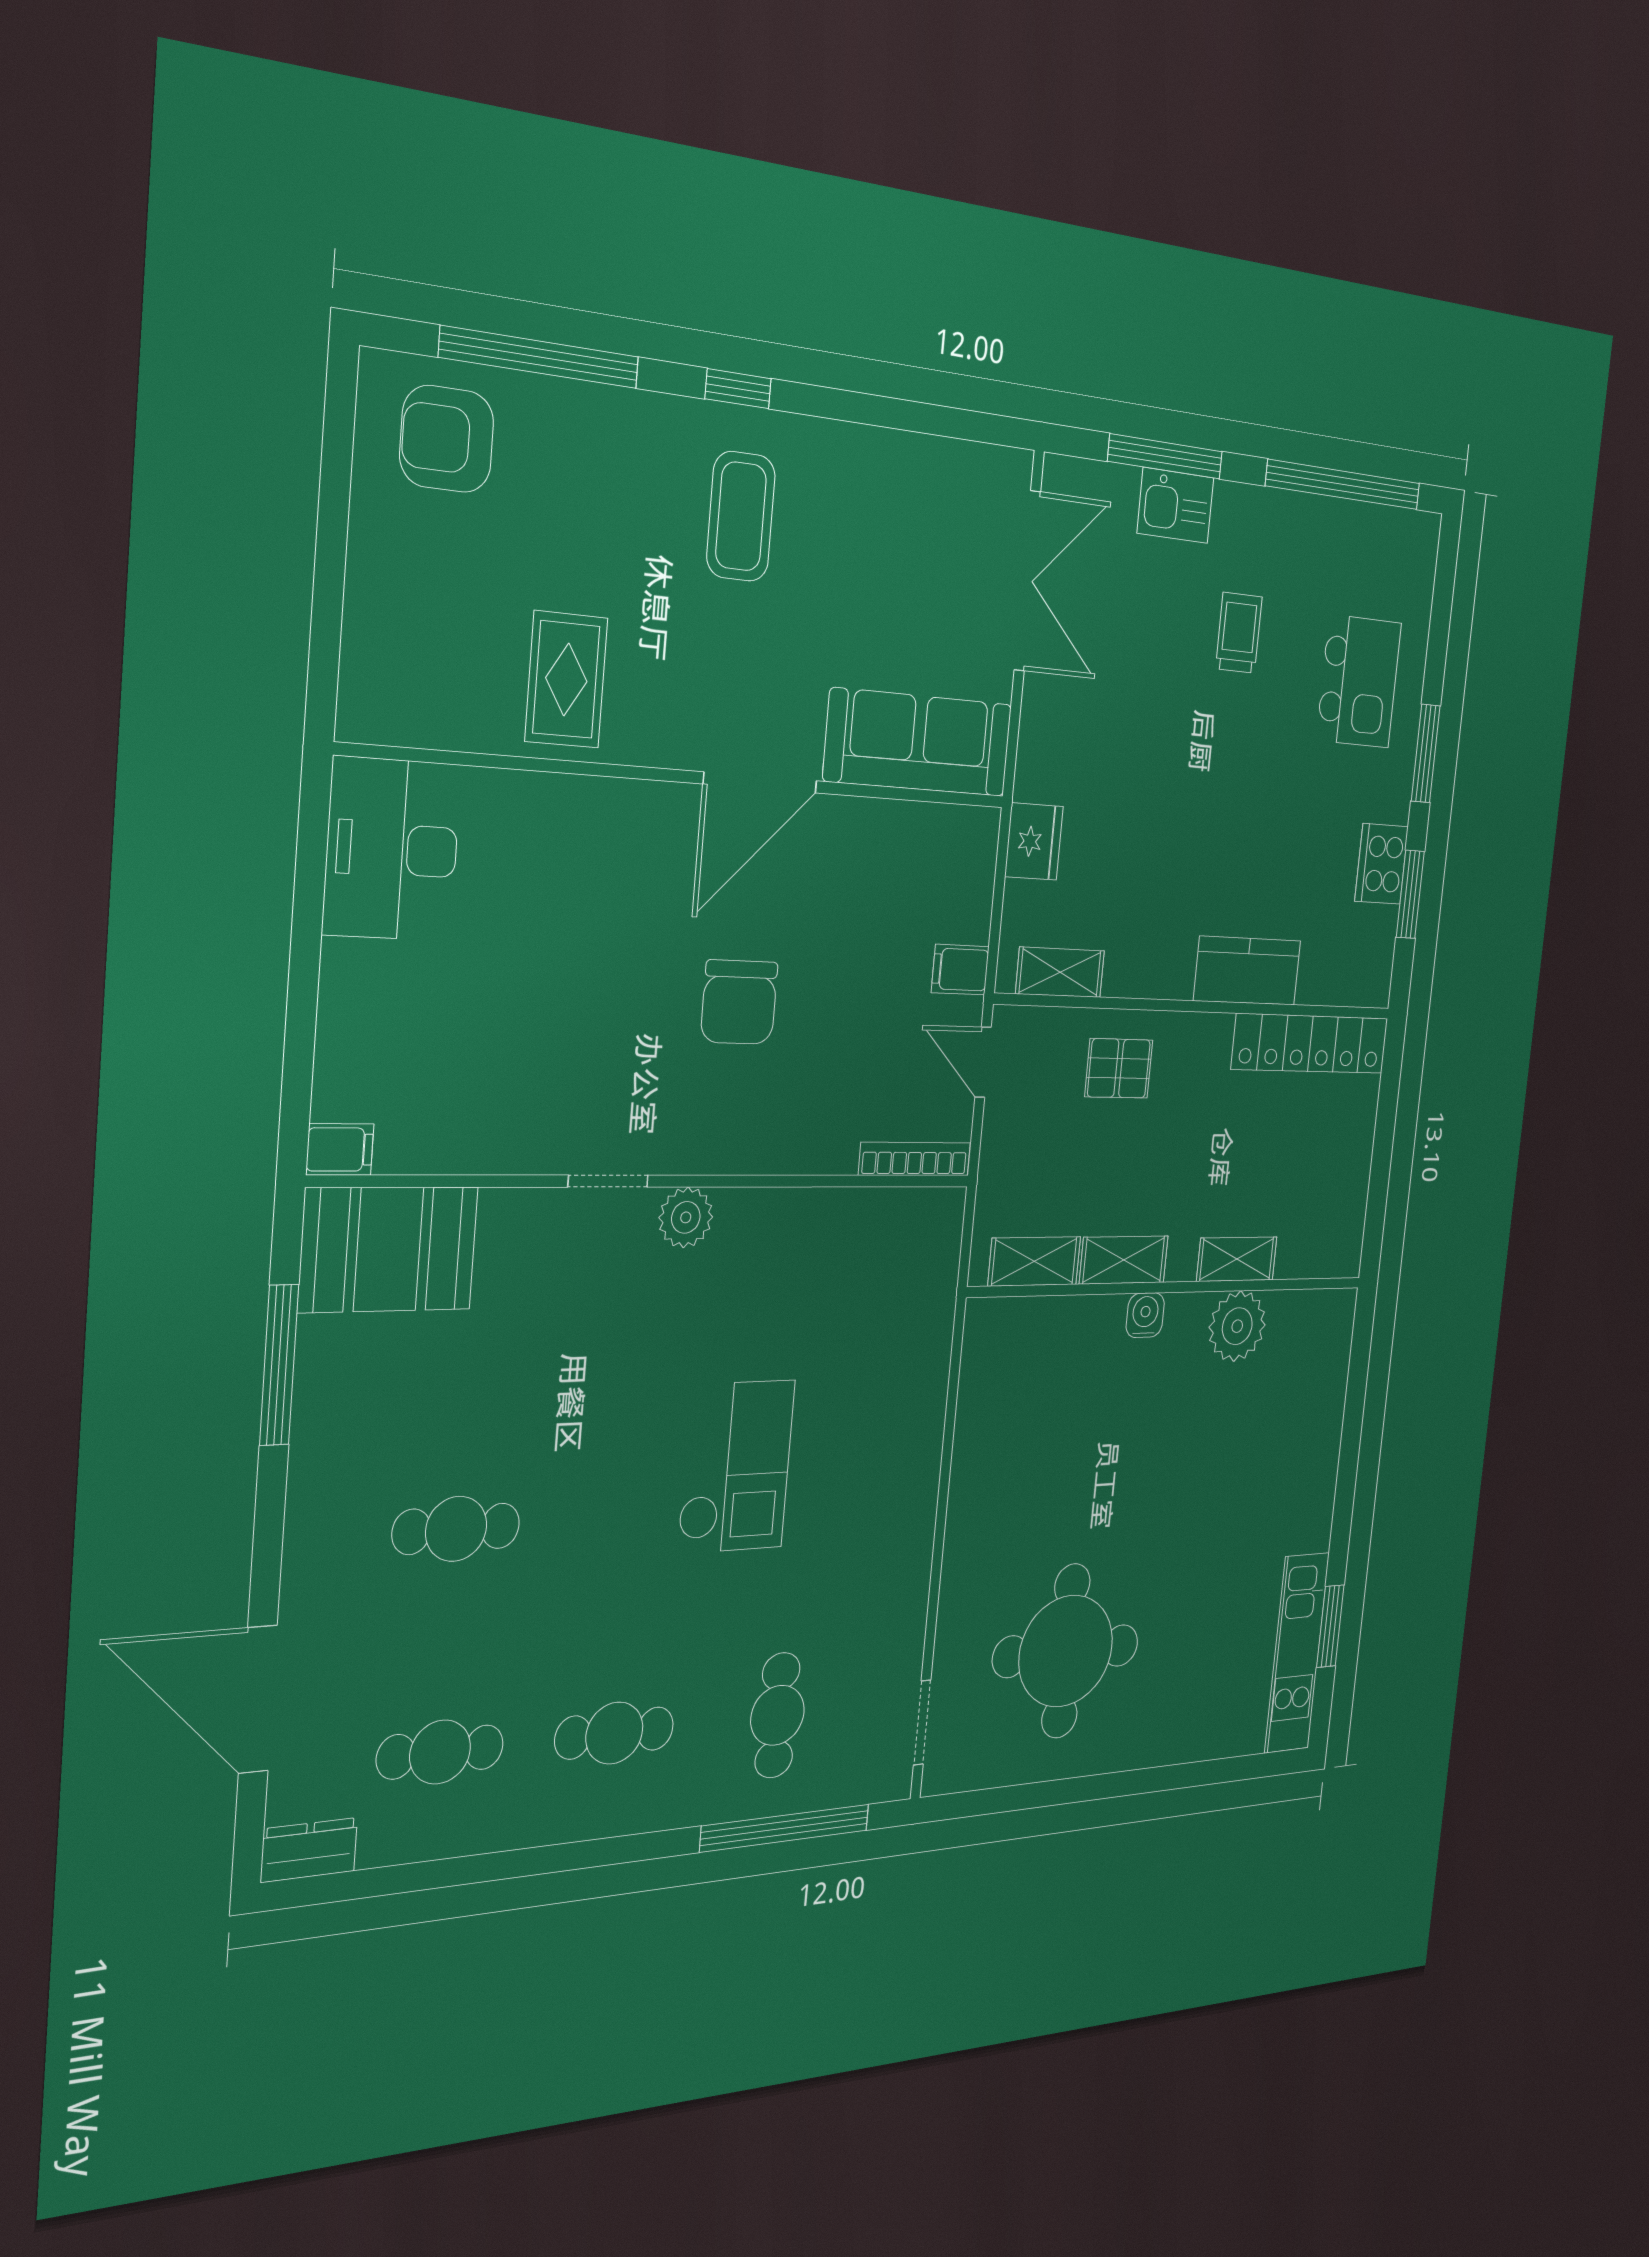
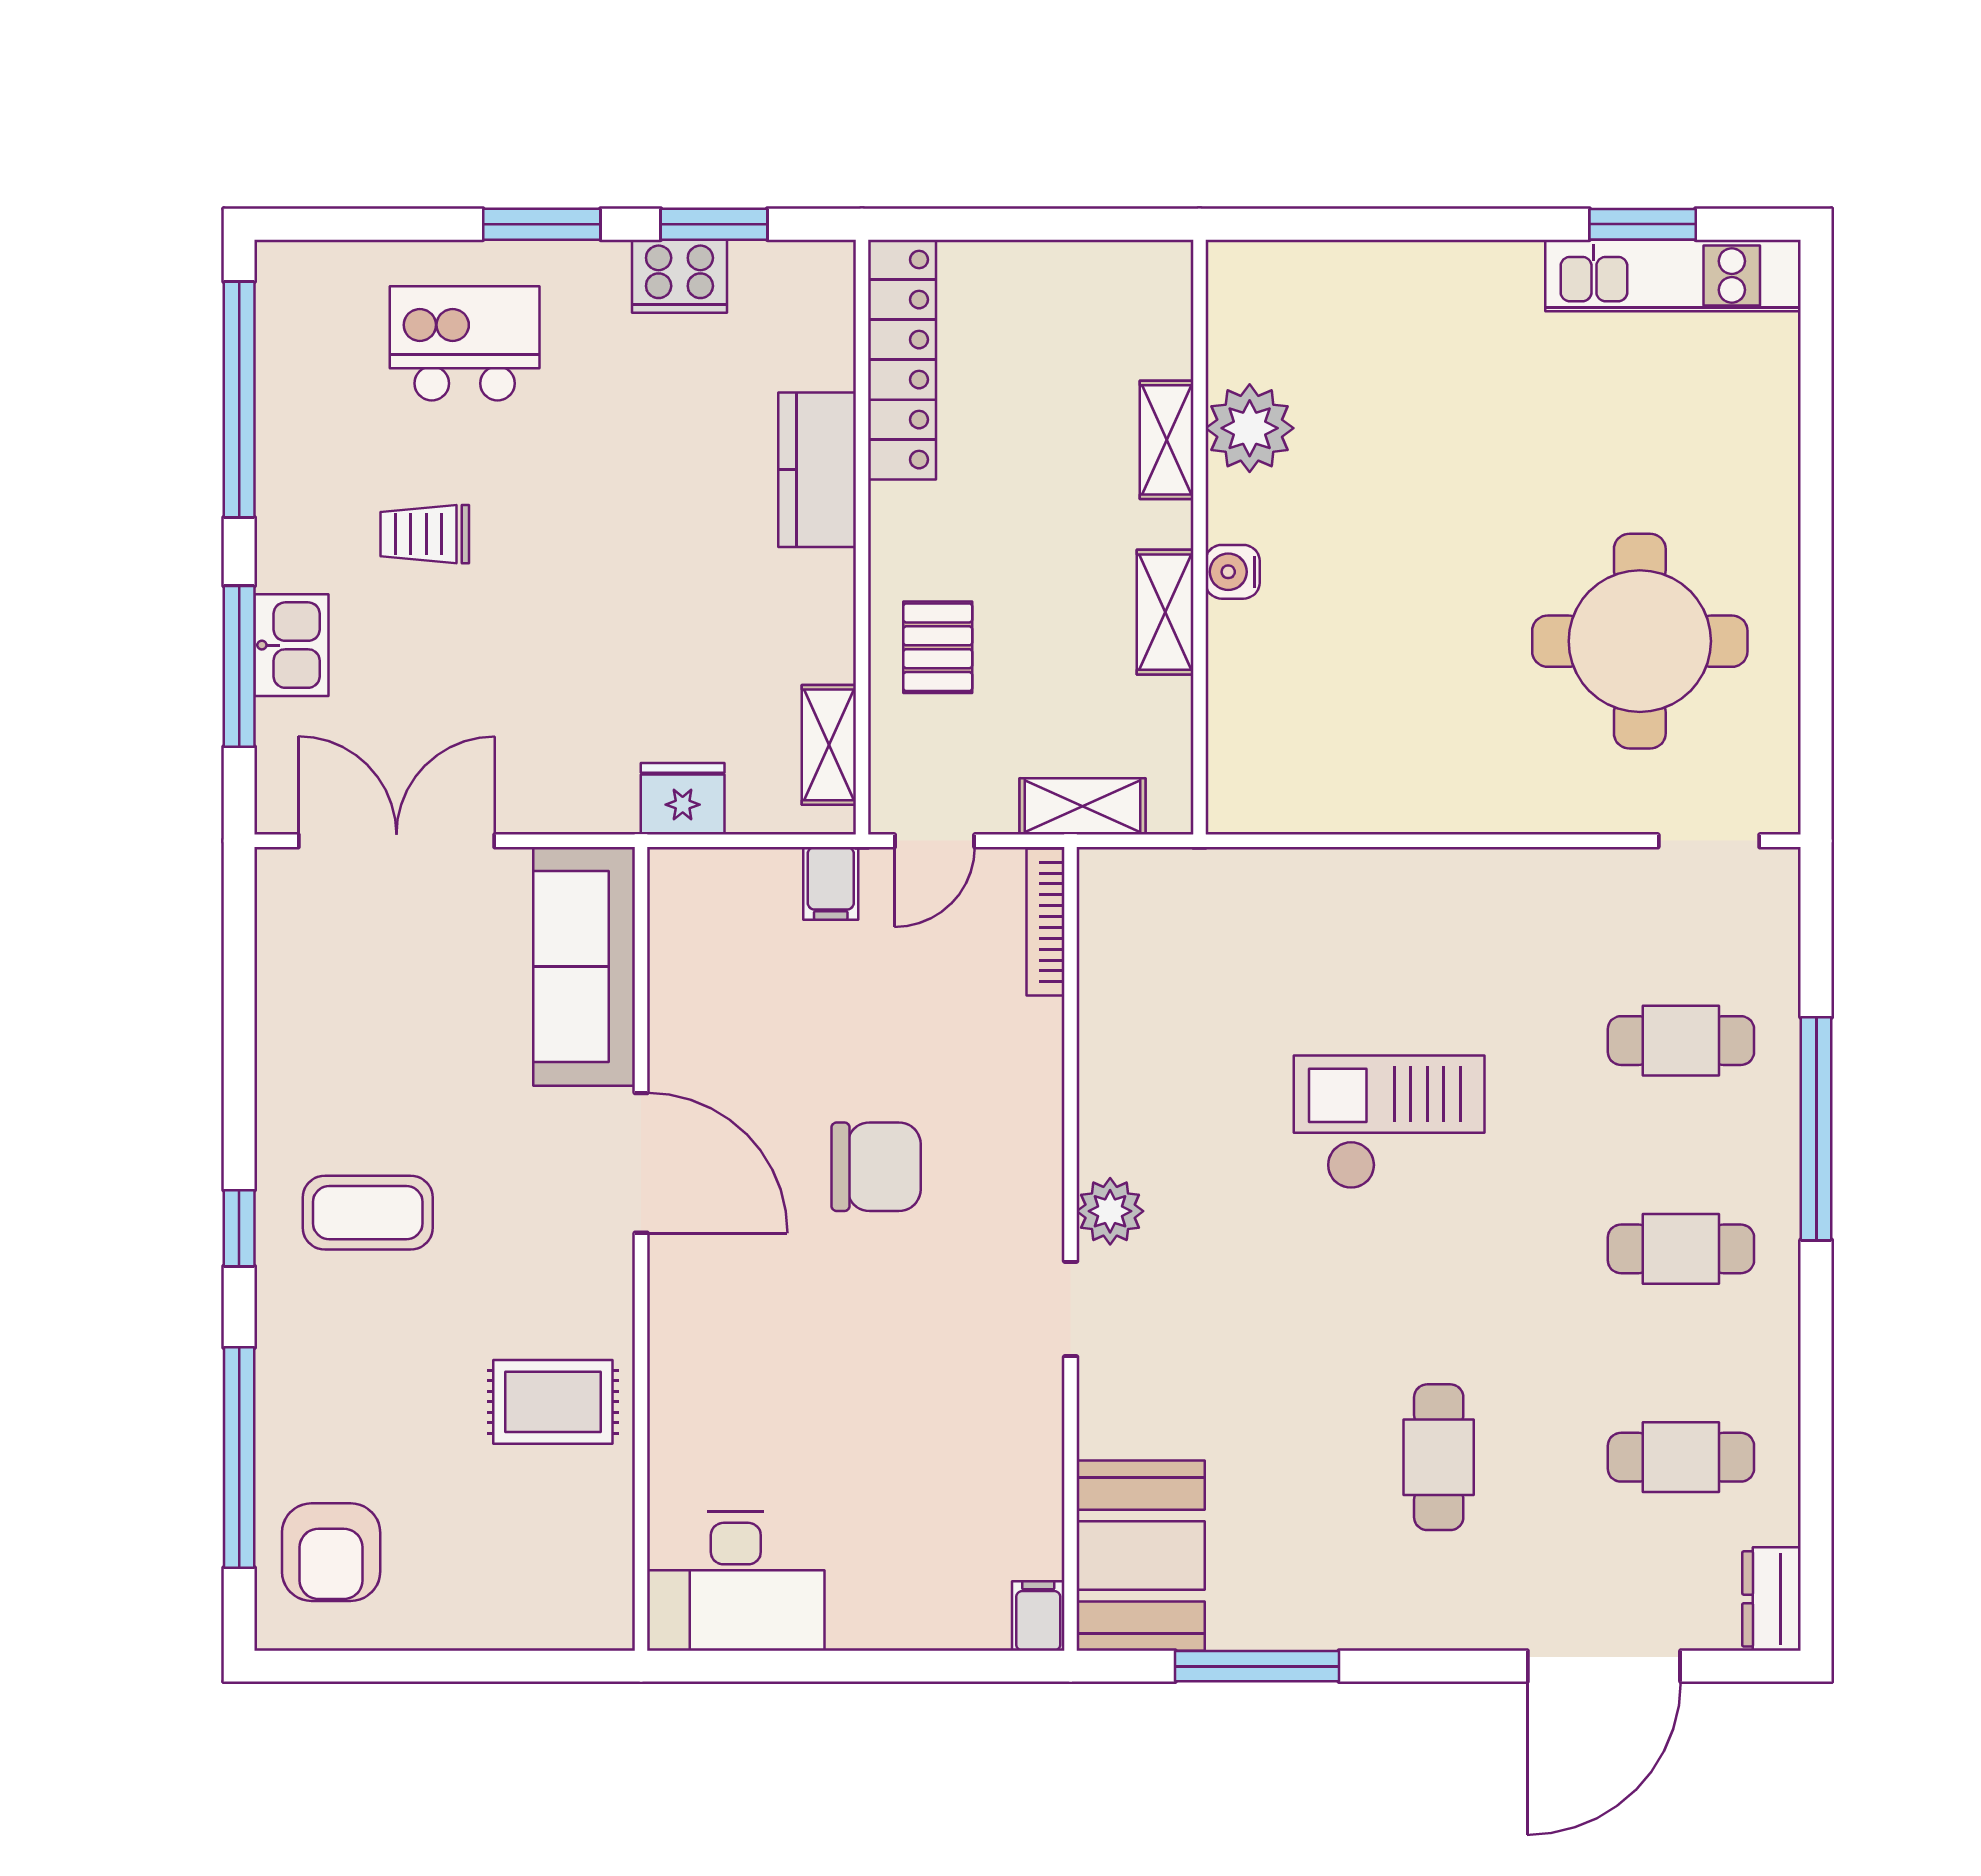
shelving: (1034, 1261) -> (1083, 806), moved, turned 90
cafe table: (614, 1733) -> (1681, 1249), turned 90
cafe table: (440, 1752) -> (1681, 1457), turned 90
window: (785, 1828) -> (1816, 1129), moved

